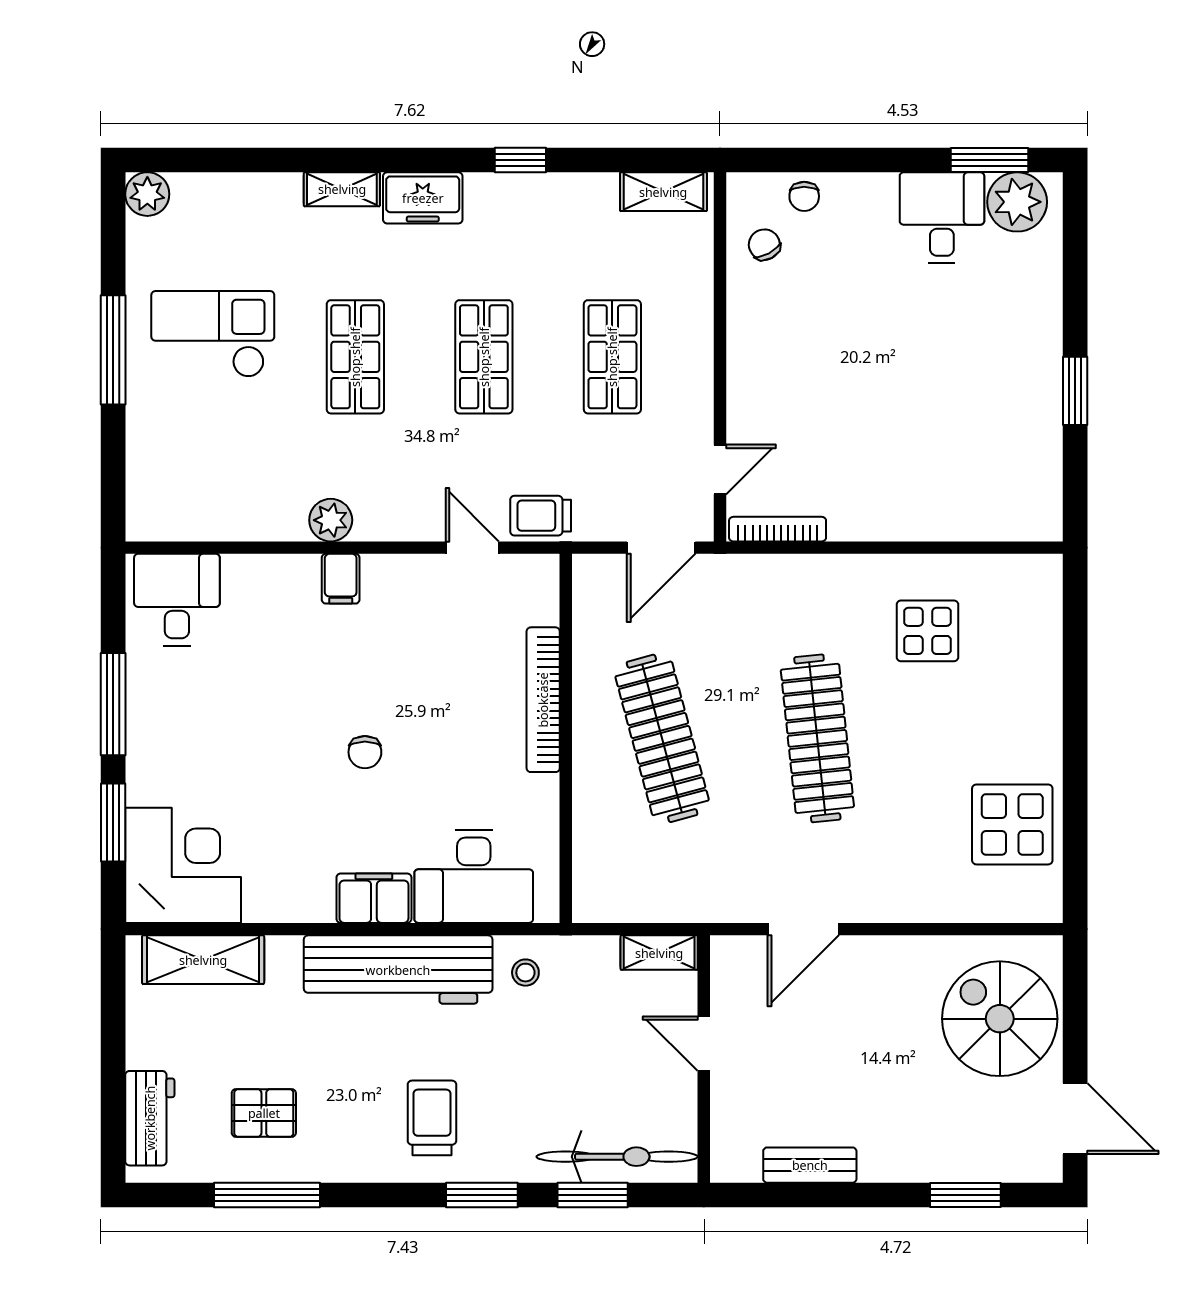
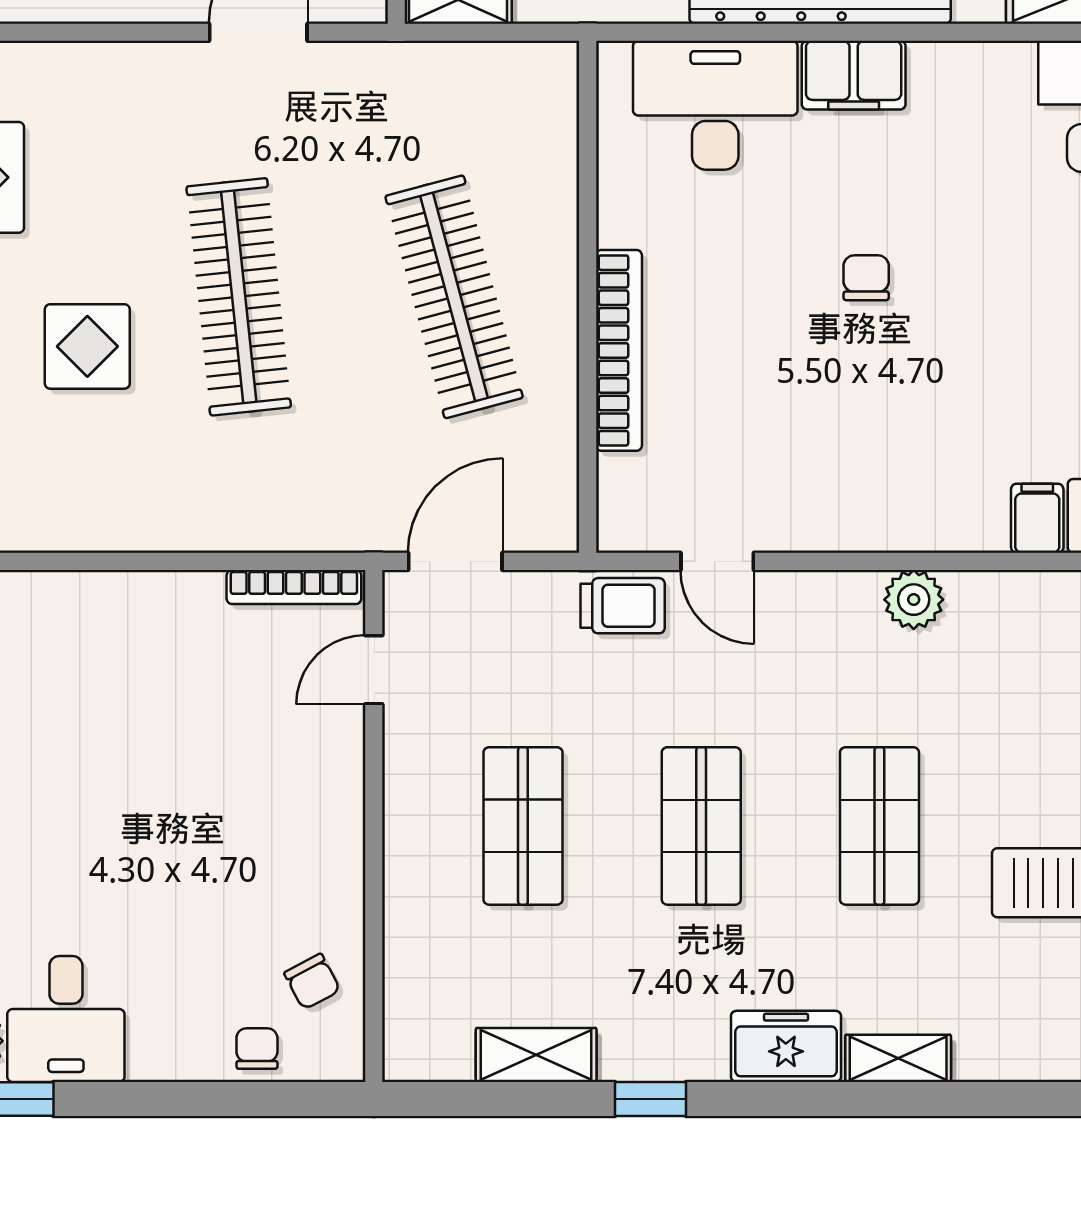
shelving: (663, 192) -> (536, 1055), moved
filing cabinet: (341, 579) -> (1037, 518), moved
display table: (927, 631) -> (87, 346), moved

